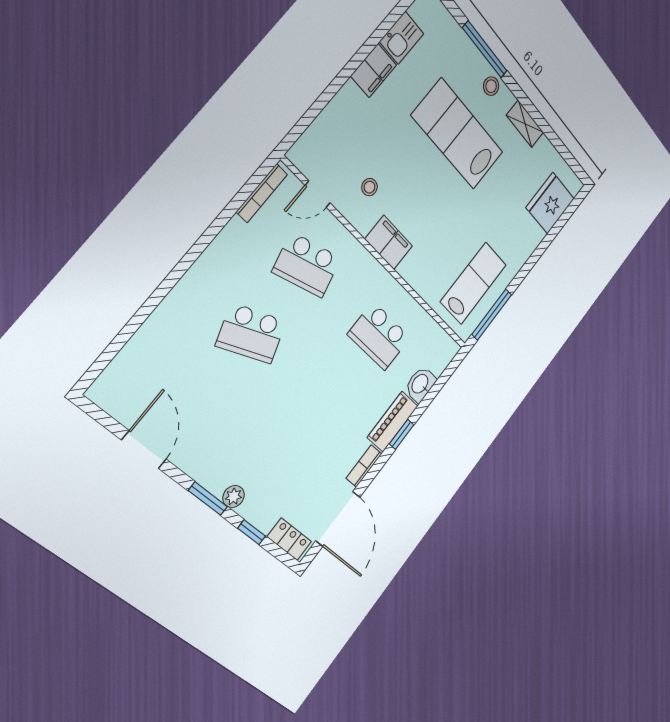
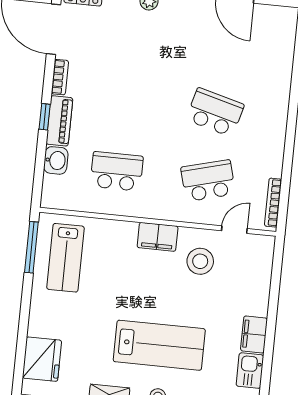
stool: (369, 187) -> (200, 261), width x1.89, depth x1.89
school desk: (251, 333) -> (215, 112), turned 36

